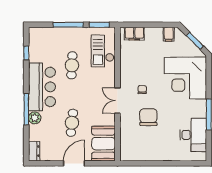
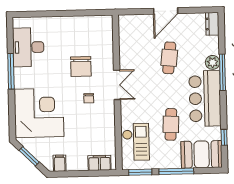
booth: (104, 144) -> (202, 154), moved, turned 90

